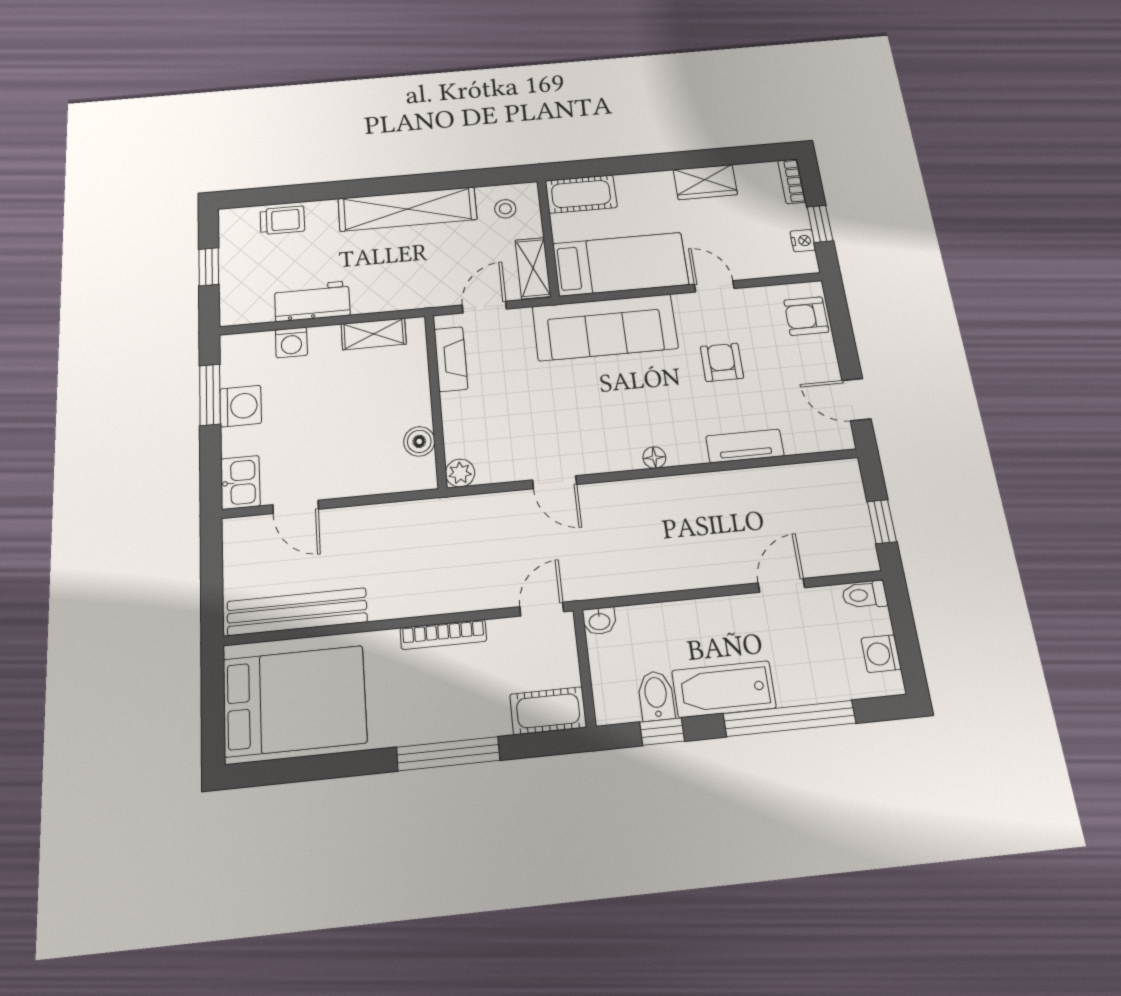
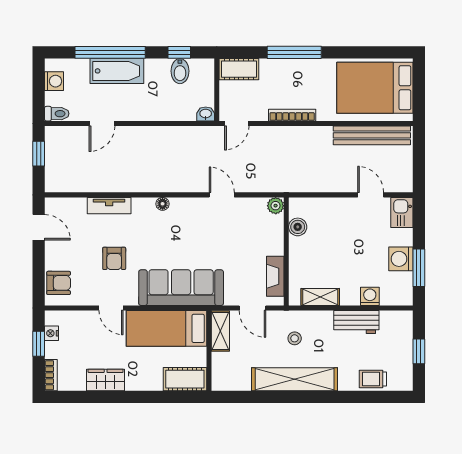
stool: (505, 209) -> (295, 338), moved
door: (484, 307) -> (252, 308), hinge flipped
bathtub: (724, 689) -> (117, 71), moved

